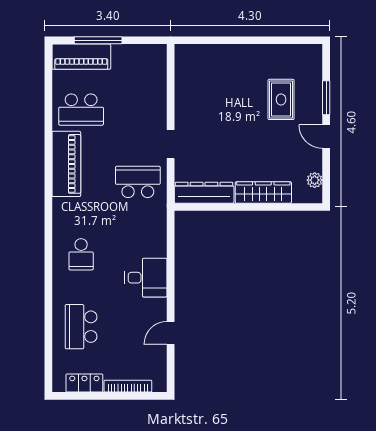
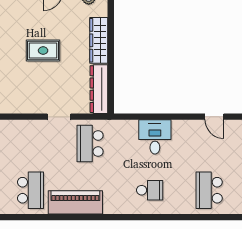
rug: (281, 99) -> (43, 51), moved
desk: (146, 278) -> (155, 137), moved
school desk: (81, 327) -> (209, 190), turned 90

